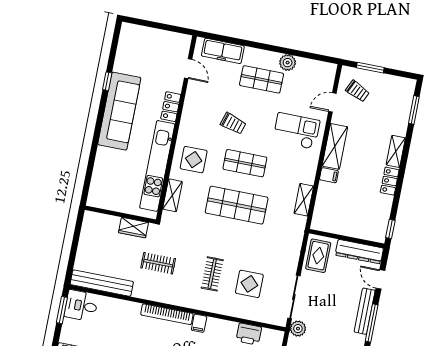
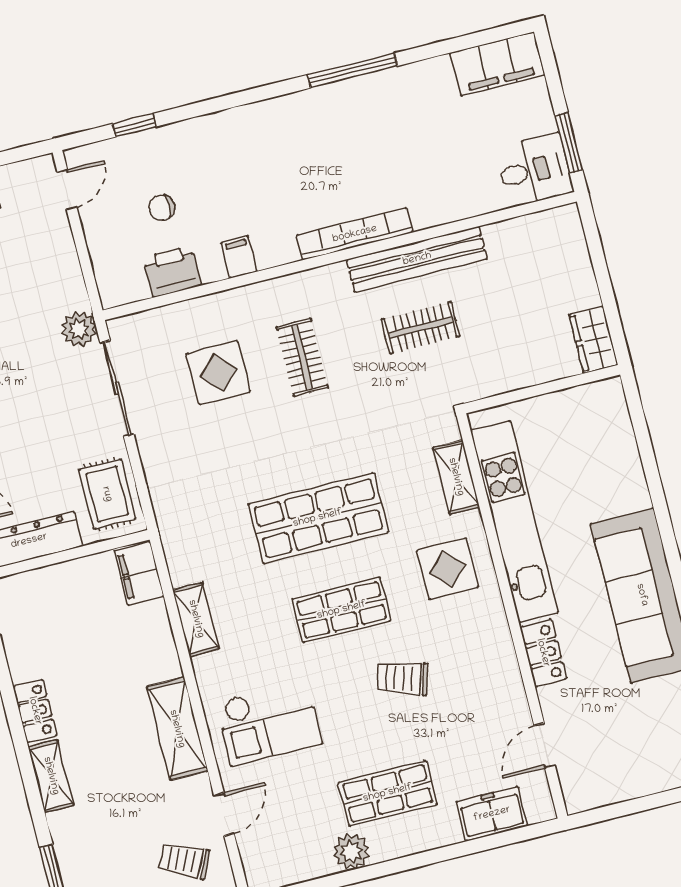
freezer: (223, 51) -> (492, 814), width x0.71
door: (188, 69) -> (545, 745), hinge flipped
filing cabinet: (329, 175) -> (139, 574), moved, width x2.00
shelving: (304, 200) -> (196, 619), moved
wardrobe: (133, 228) -> (593, 340), moved, turned -90
bench: (102, 283) -> (417, 259), moved
filing cabinet: (199, 323) -> (239, 257), moved

